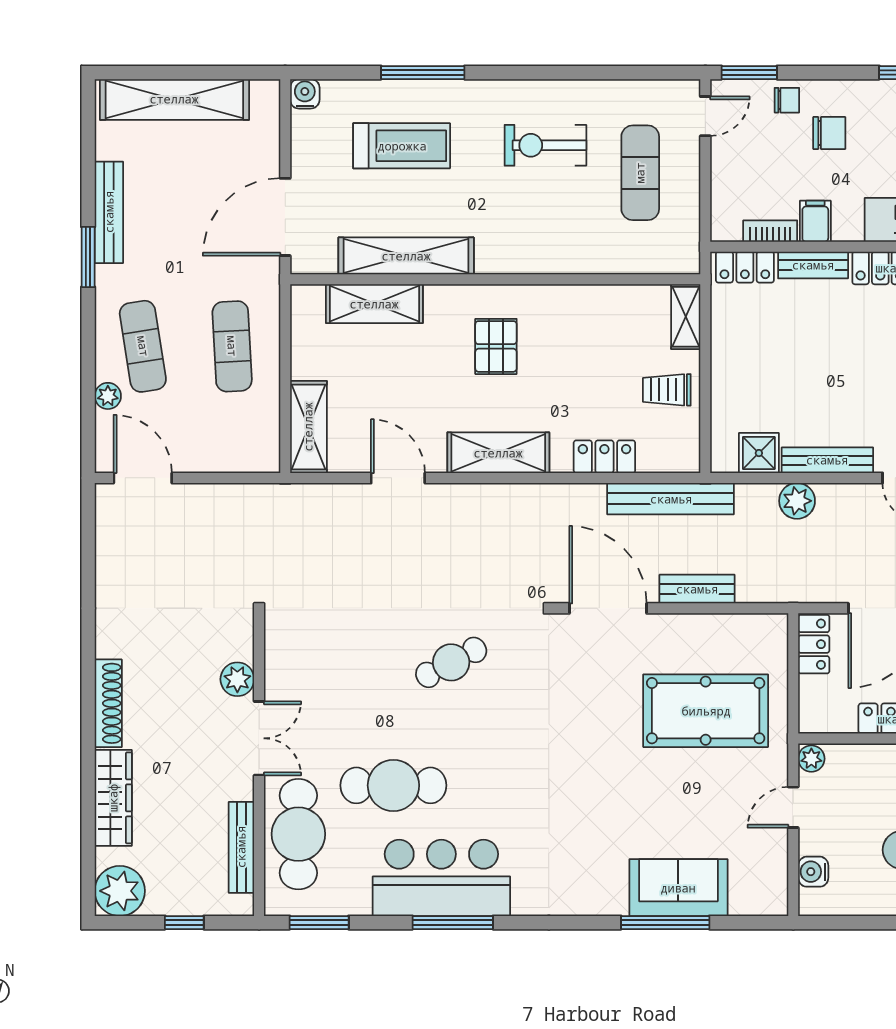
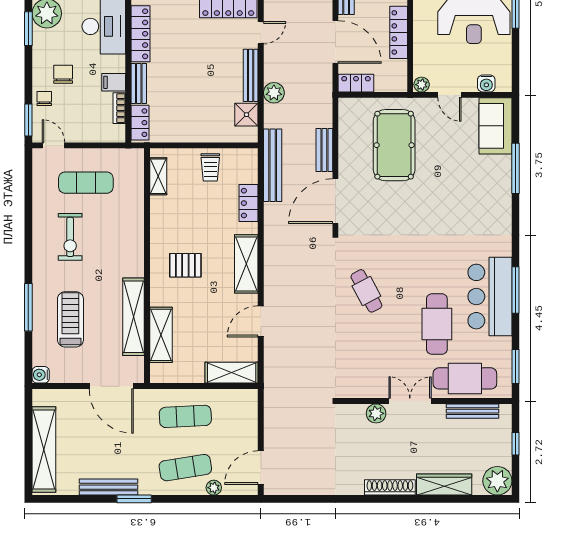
shelving: (686, 317) -> (158, 176), moved, turned 90
sofa: (678, 888) -> (495, 126), moved

